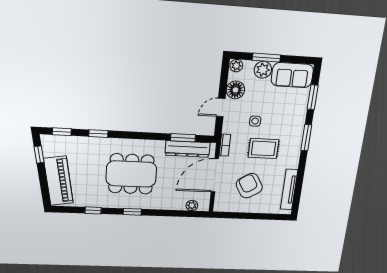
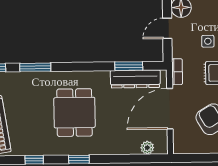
window: (98, 134) -> (35, 67), width x1.50
dining table: (131, 174) -> (74, 113), width x0.73

